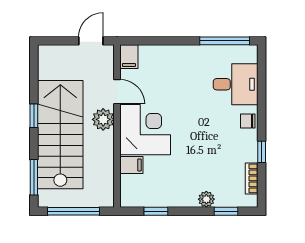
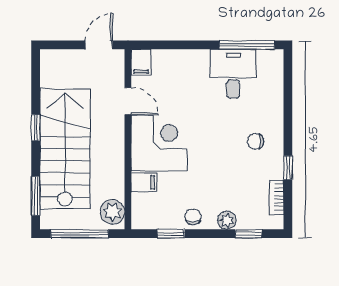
desk: (236, 84) -> (233, 74), moved, turned -90
plant: (103, 119) -> (113, 212), moved
chair: (248, 121) -> (256, 141), moved
chair: (176, 196) -> (193, 217), added

